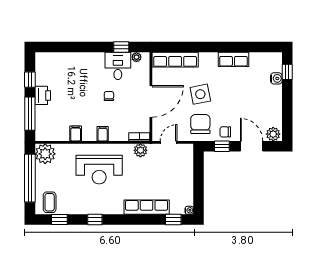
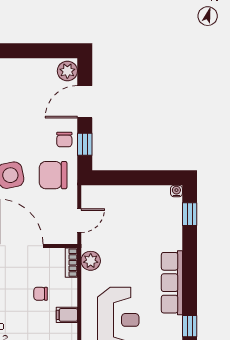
chair: (109, 96) -> (41, 294), moved
door: (169, 142) -> (79, 221), swing flipped
row of seats: (147, 207) -> (172, 283), moved

